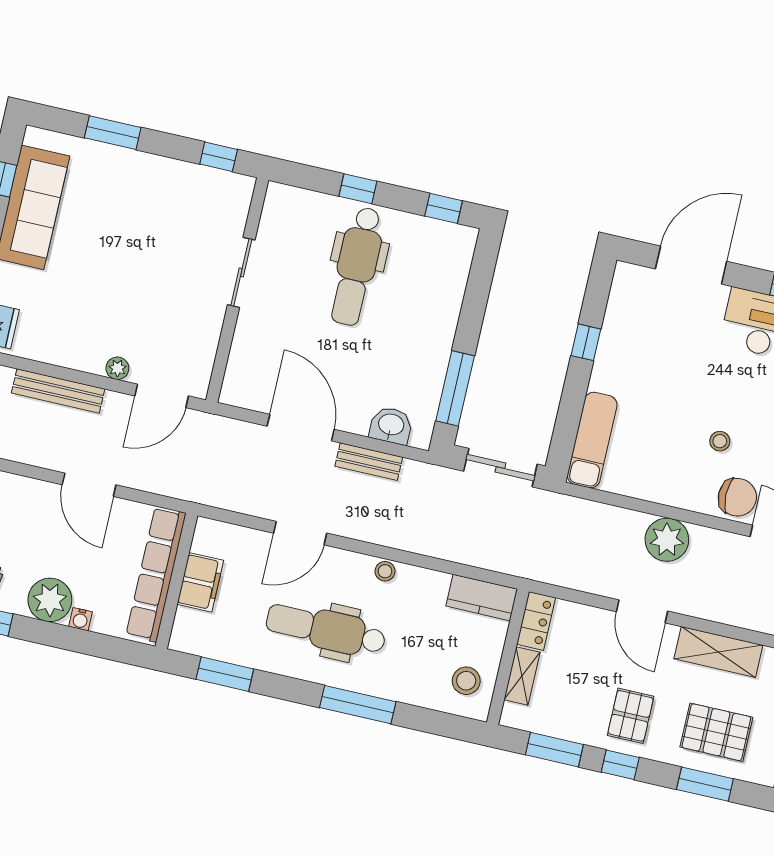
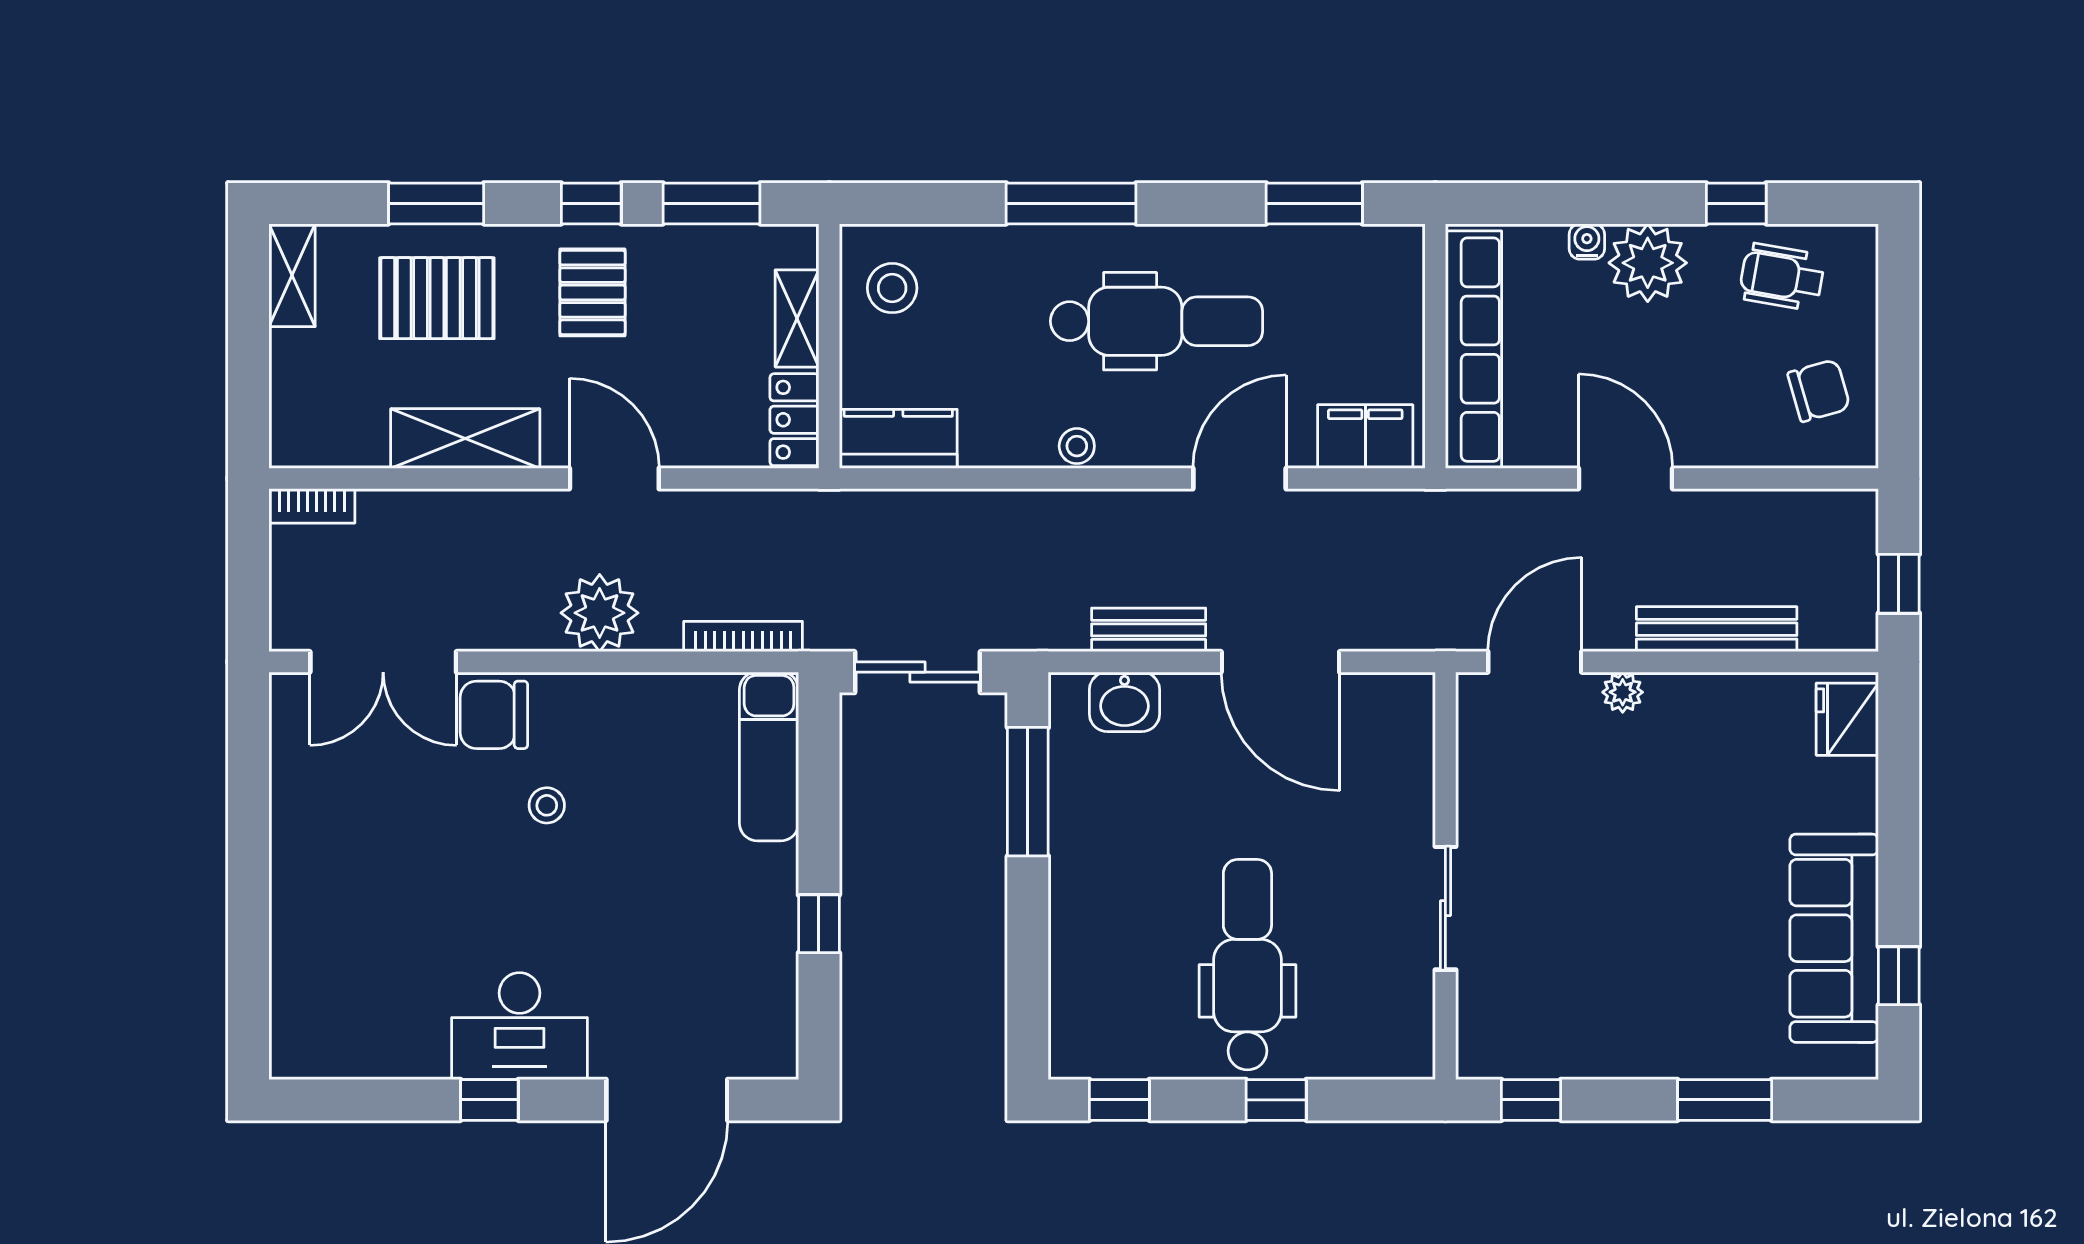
bookcase: (591, 509) -> (743, 636), added
filing cabinet: (200, 582) -> (1365, 437), moved, turned 90

